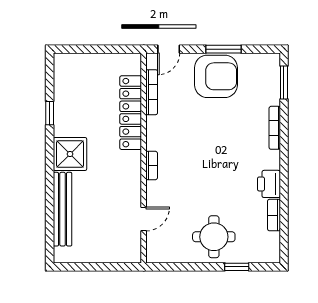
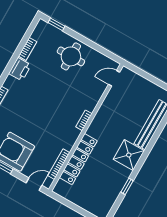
door: (144, 219) -> (114, 78), moved
window: (237, 267) -> (57, 24), moved

